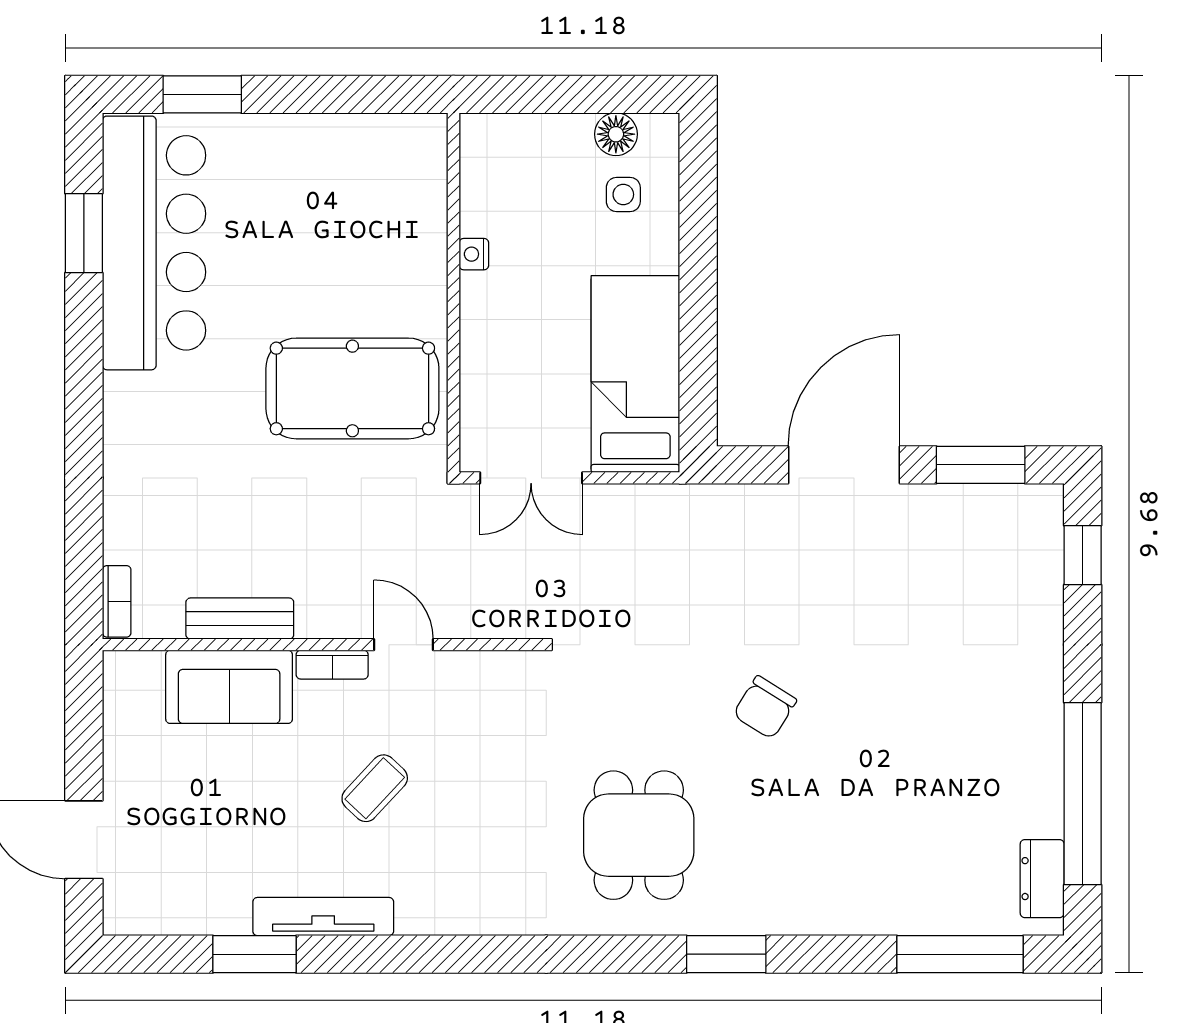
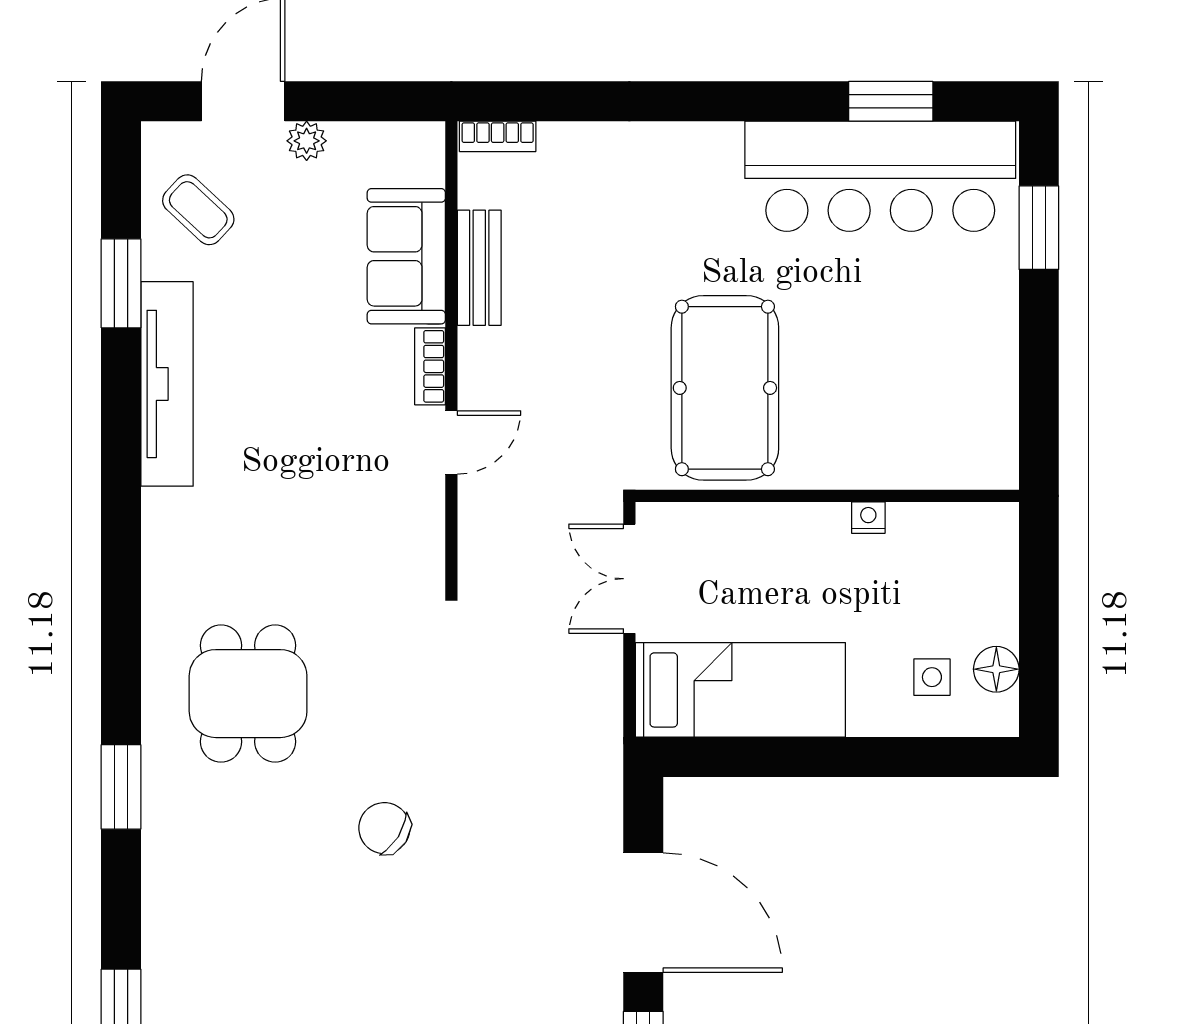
plant: (121, 780) -> (307, 141), added
coffee table: (375, 788) -> (198, 210), moved
dining table: (639, 835) -> (248, 694), turned 90
tv unit: (323, 917) -> (167, 384), width x1.36, depth x1.29

